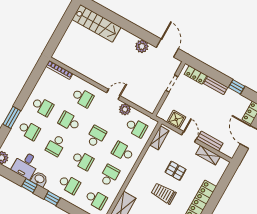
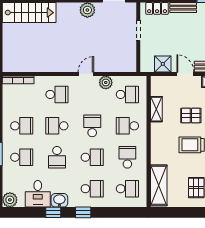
shelving: (159, 138) -> (156, 109), moved

